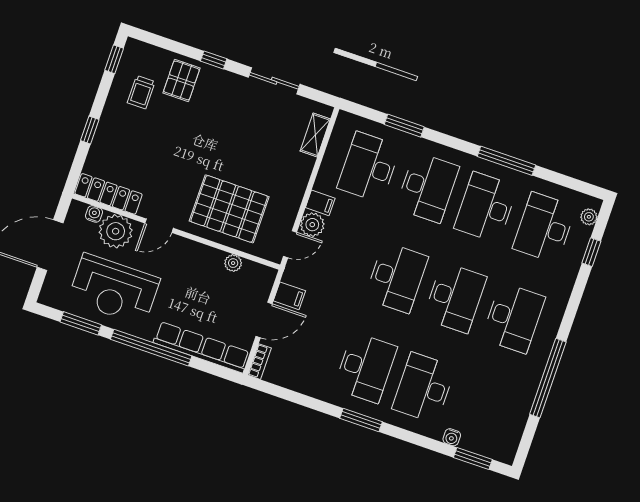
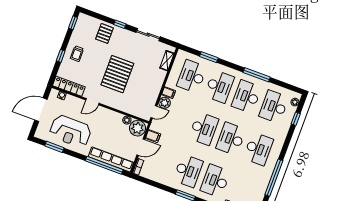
trolley: (141, 92) -> (77, 54), moved
pallet: (229, 209) -> (117, 74), moved, turned 90
plant: (116, 231) -> (138, 128), moved
desk: (455, 298) -> (231, 139), turned 180
window: (151, 348) -> (104, 165), moved

